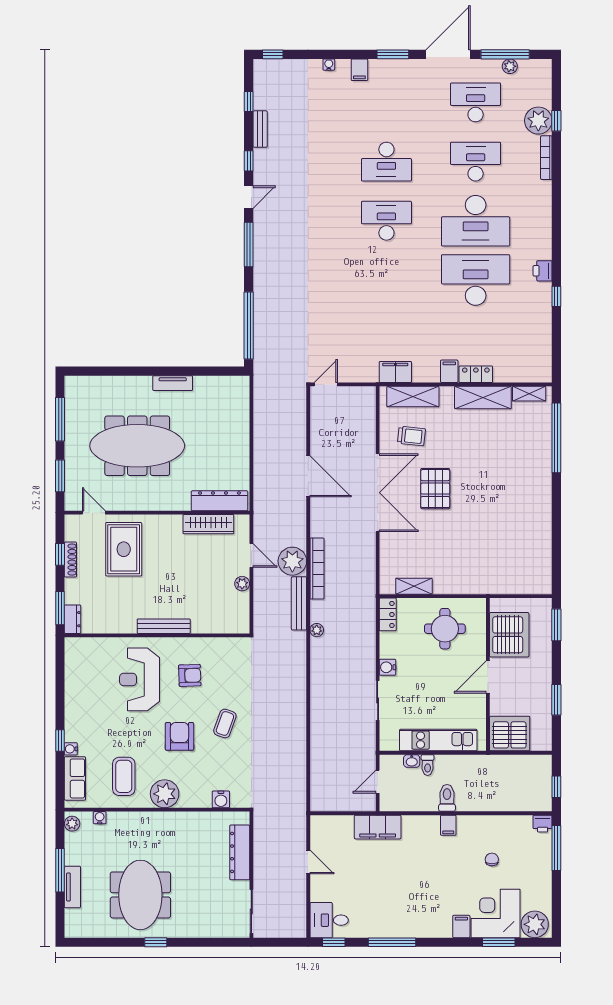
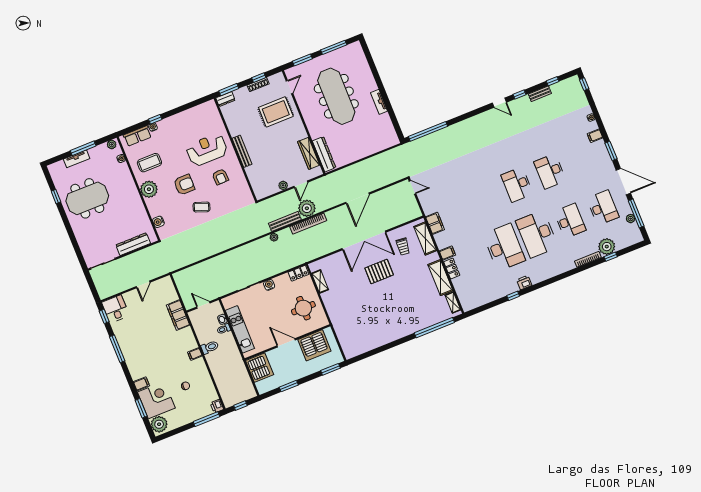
desk: (386, 221) -> (517, 185), turned 180
window: (249, 245) -> (473, 113), removed
window: (156, 942) -> (56, 197), moved

